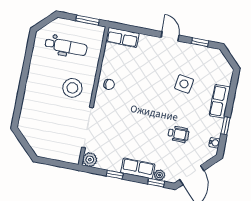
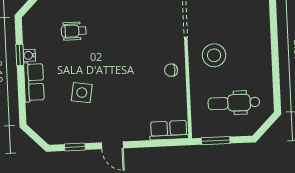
water cooler: (215, 143) -> (29, 55), moved

